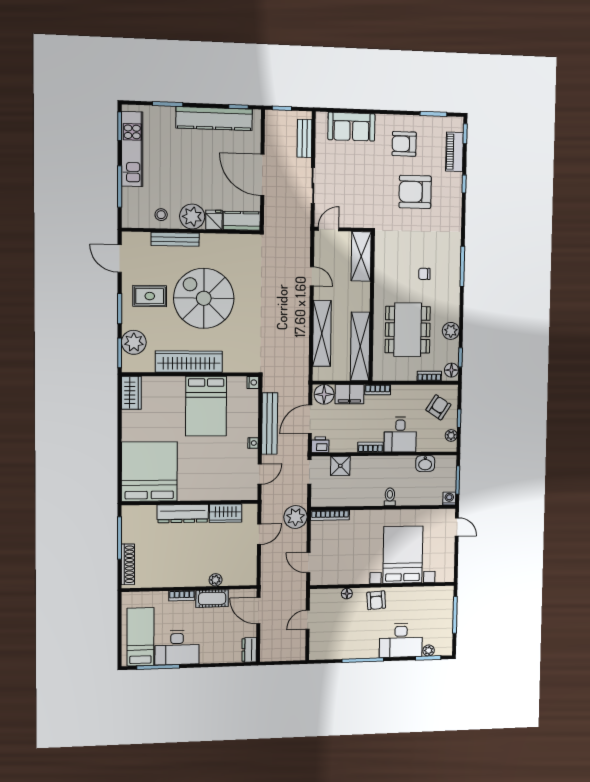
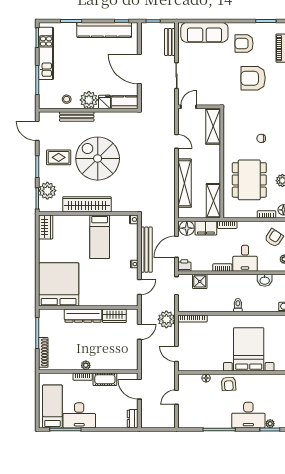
sofa: (351, 127) -> (204, 32), width x1.36
shelving: (360, 346) -> (213, 201), width x0.68
bed: (206, 406) -> (100, 237), width x0.67
plant: (216, 580) -> (86, 365), moved

